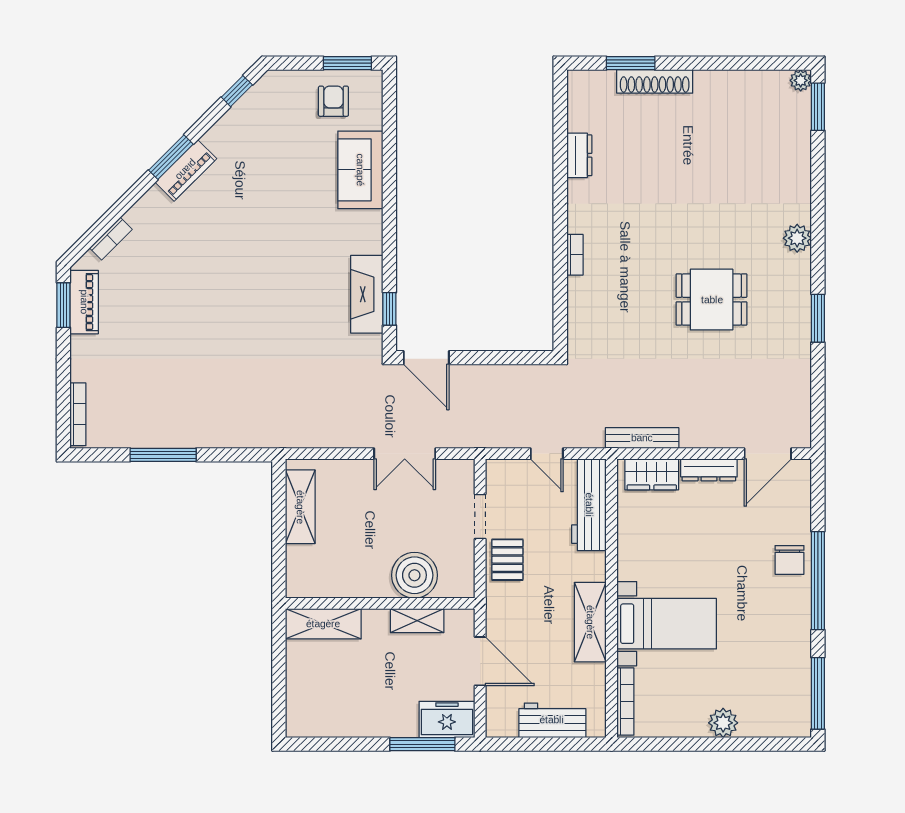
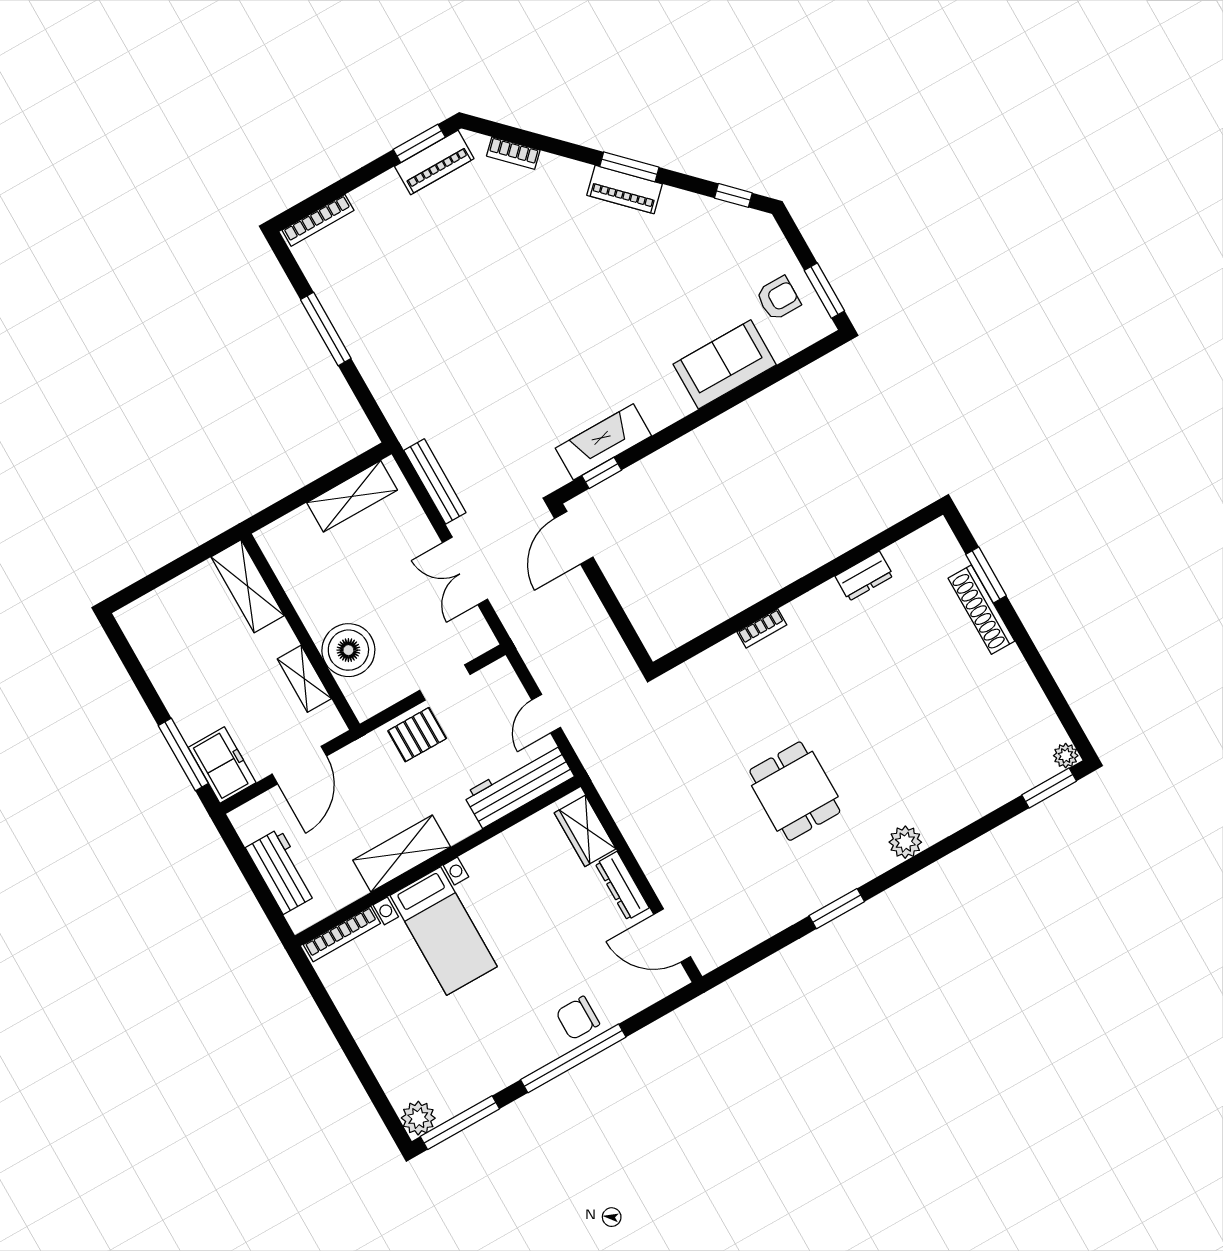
bench: (642, 438) -> (435, 481), moved
plant: (723, 723) -> (418, 1118), moved

